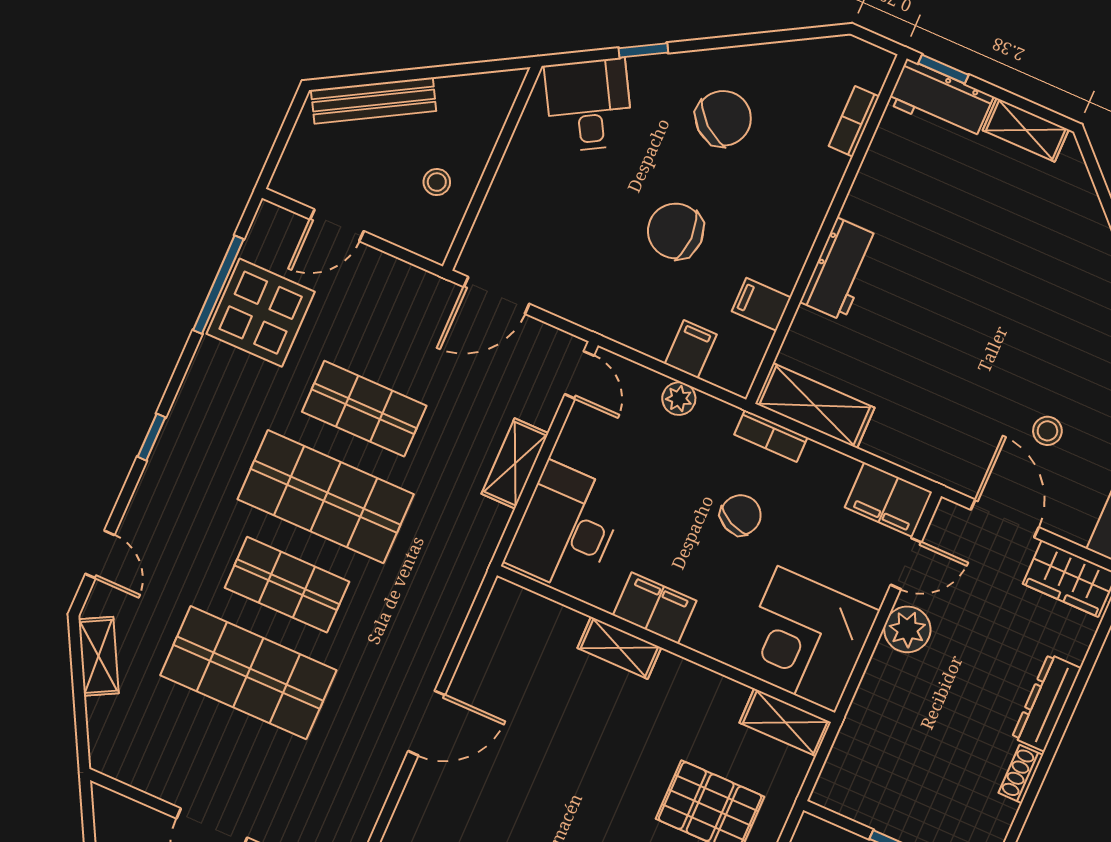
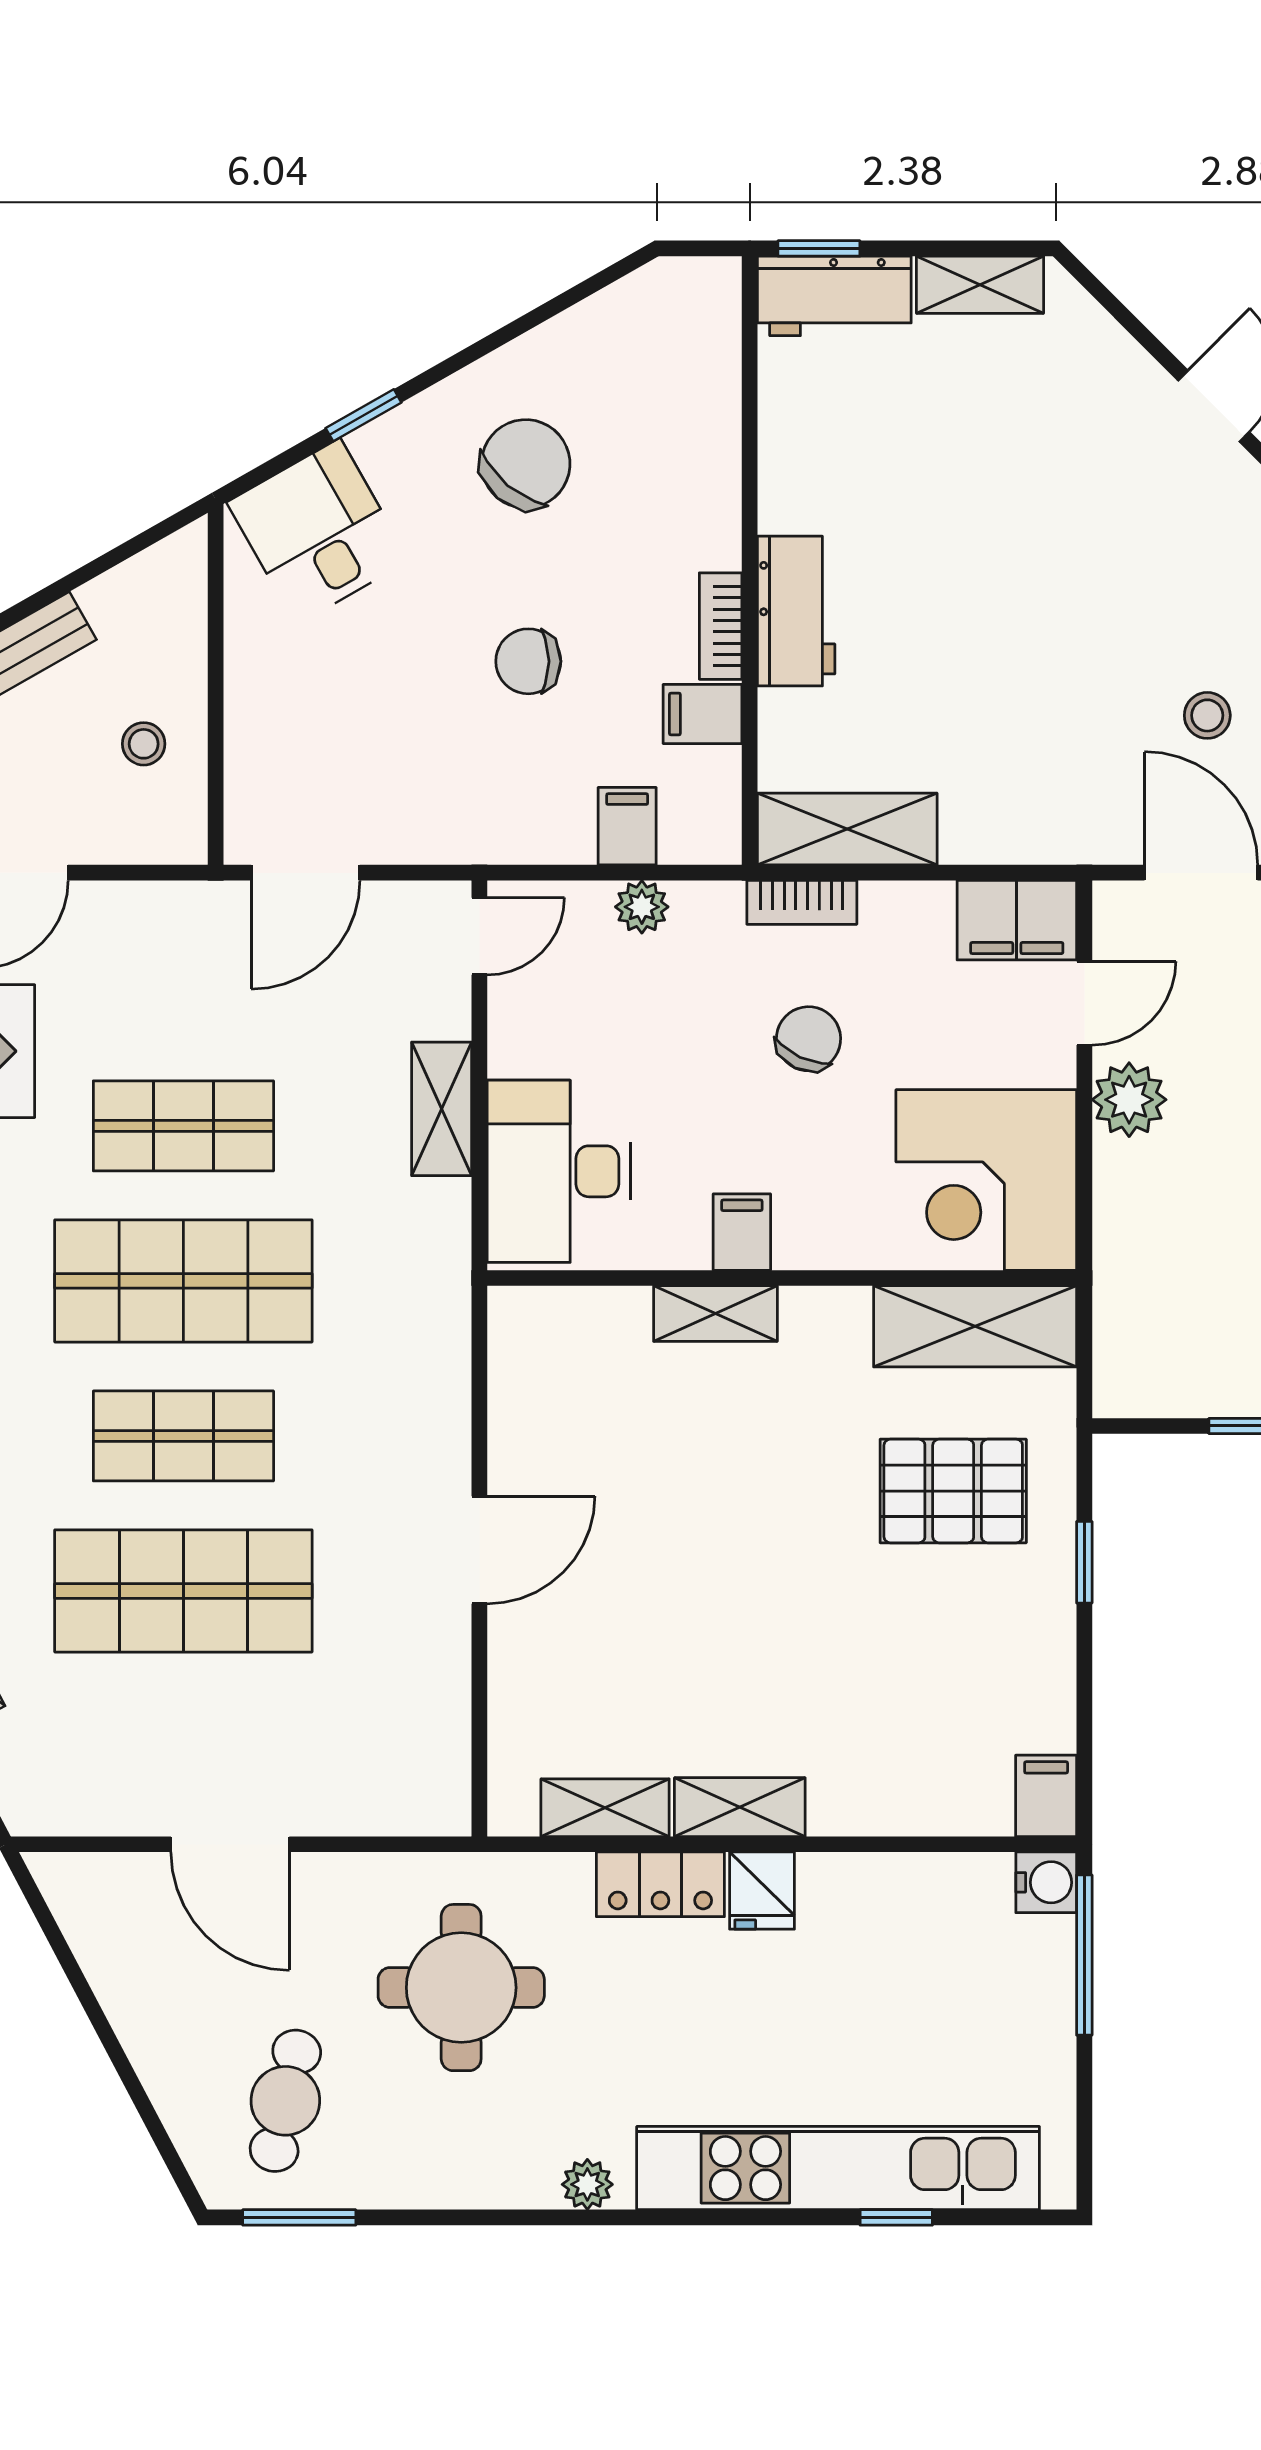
bookcase: (854, 121) -> (721, 626), moved
chair: (676, 231) -> (528, 661), width x0.73, depth x0.73
door: (579, 375) -> (479, 936), hinge flipped
filing cabinet: (655, 608) -> (742, 1232), width x0.50
shelving: (785, 722) -> (975, 1326), width x1.50, depth x1.33

